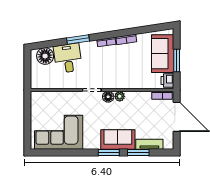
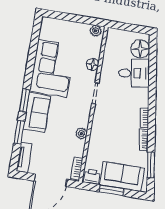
window: (78, 40) -> (151, 165), moved
plant: (120, 96) -> (81, 134), moved
floor lamp: (108, 97) -> (93, 64), moved
plant: (35, 99) -> (96, 31), added
corner sofa: (59, 132) -> (52, 68), moved
tv unit: (149, 144) -> (24, 157), moved

